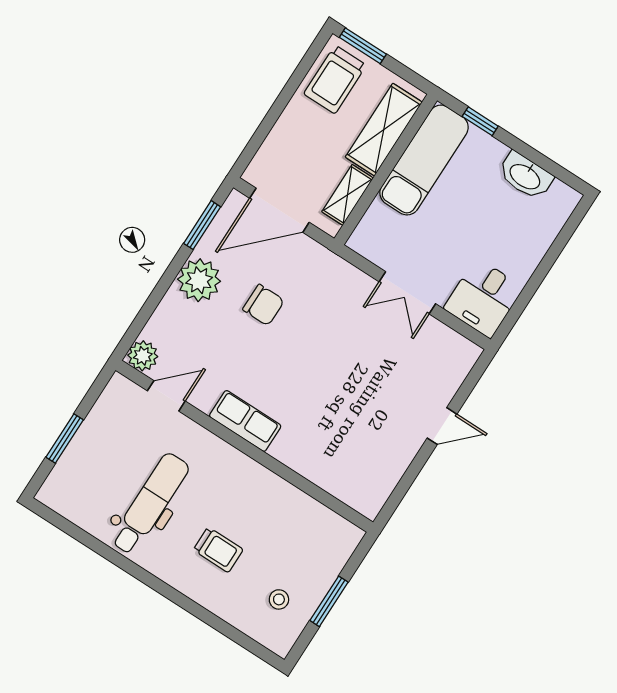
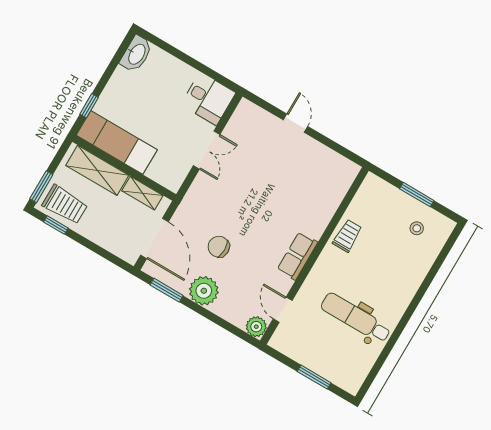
window: (305, 65) -> (56, 225), added
washbasin: (525, 176) -> (136, 54), moved
chair: (263, 305) -> (219, 247), turned -90
trolley: (218, 550) -> (347, 236), moved

